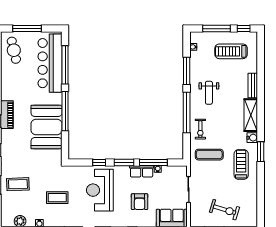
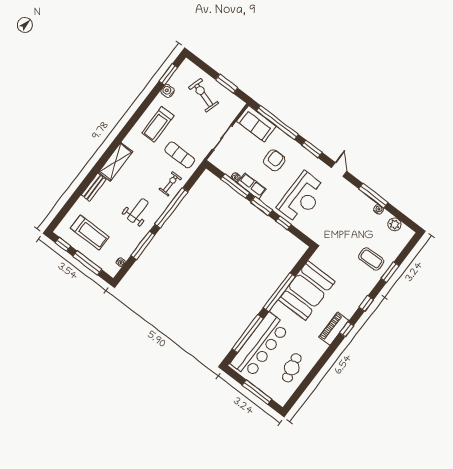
cafe table: (14, 50) -> (292, 368), moved
water cooler: (252, 138) -> (168, 91), moved
window: (261, 152) -> (168, 74), moved
coffee table: (57, 198) -> (345, 220), removed

